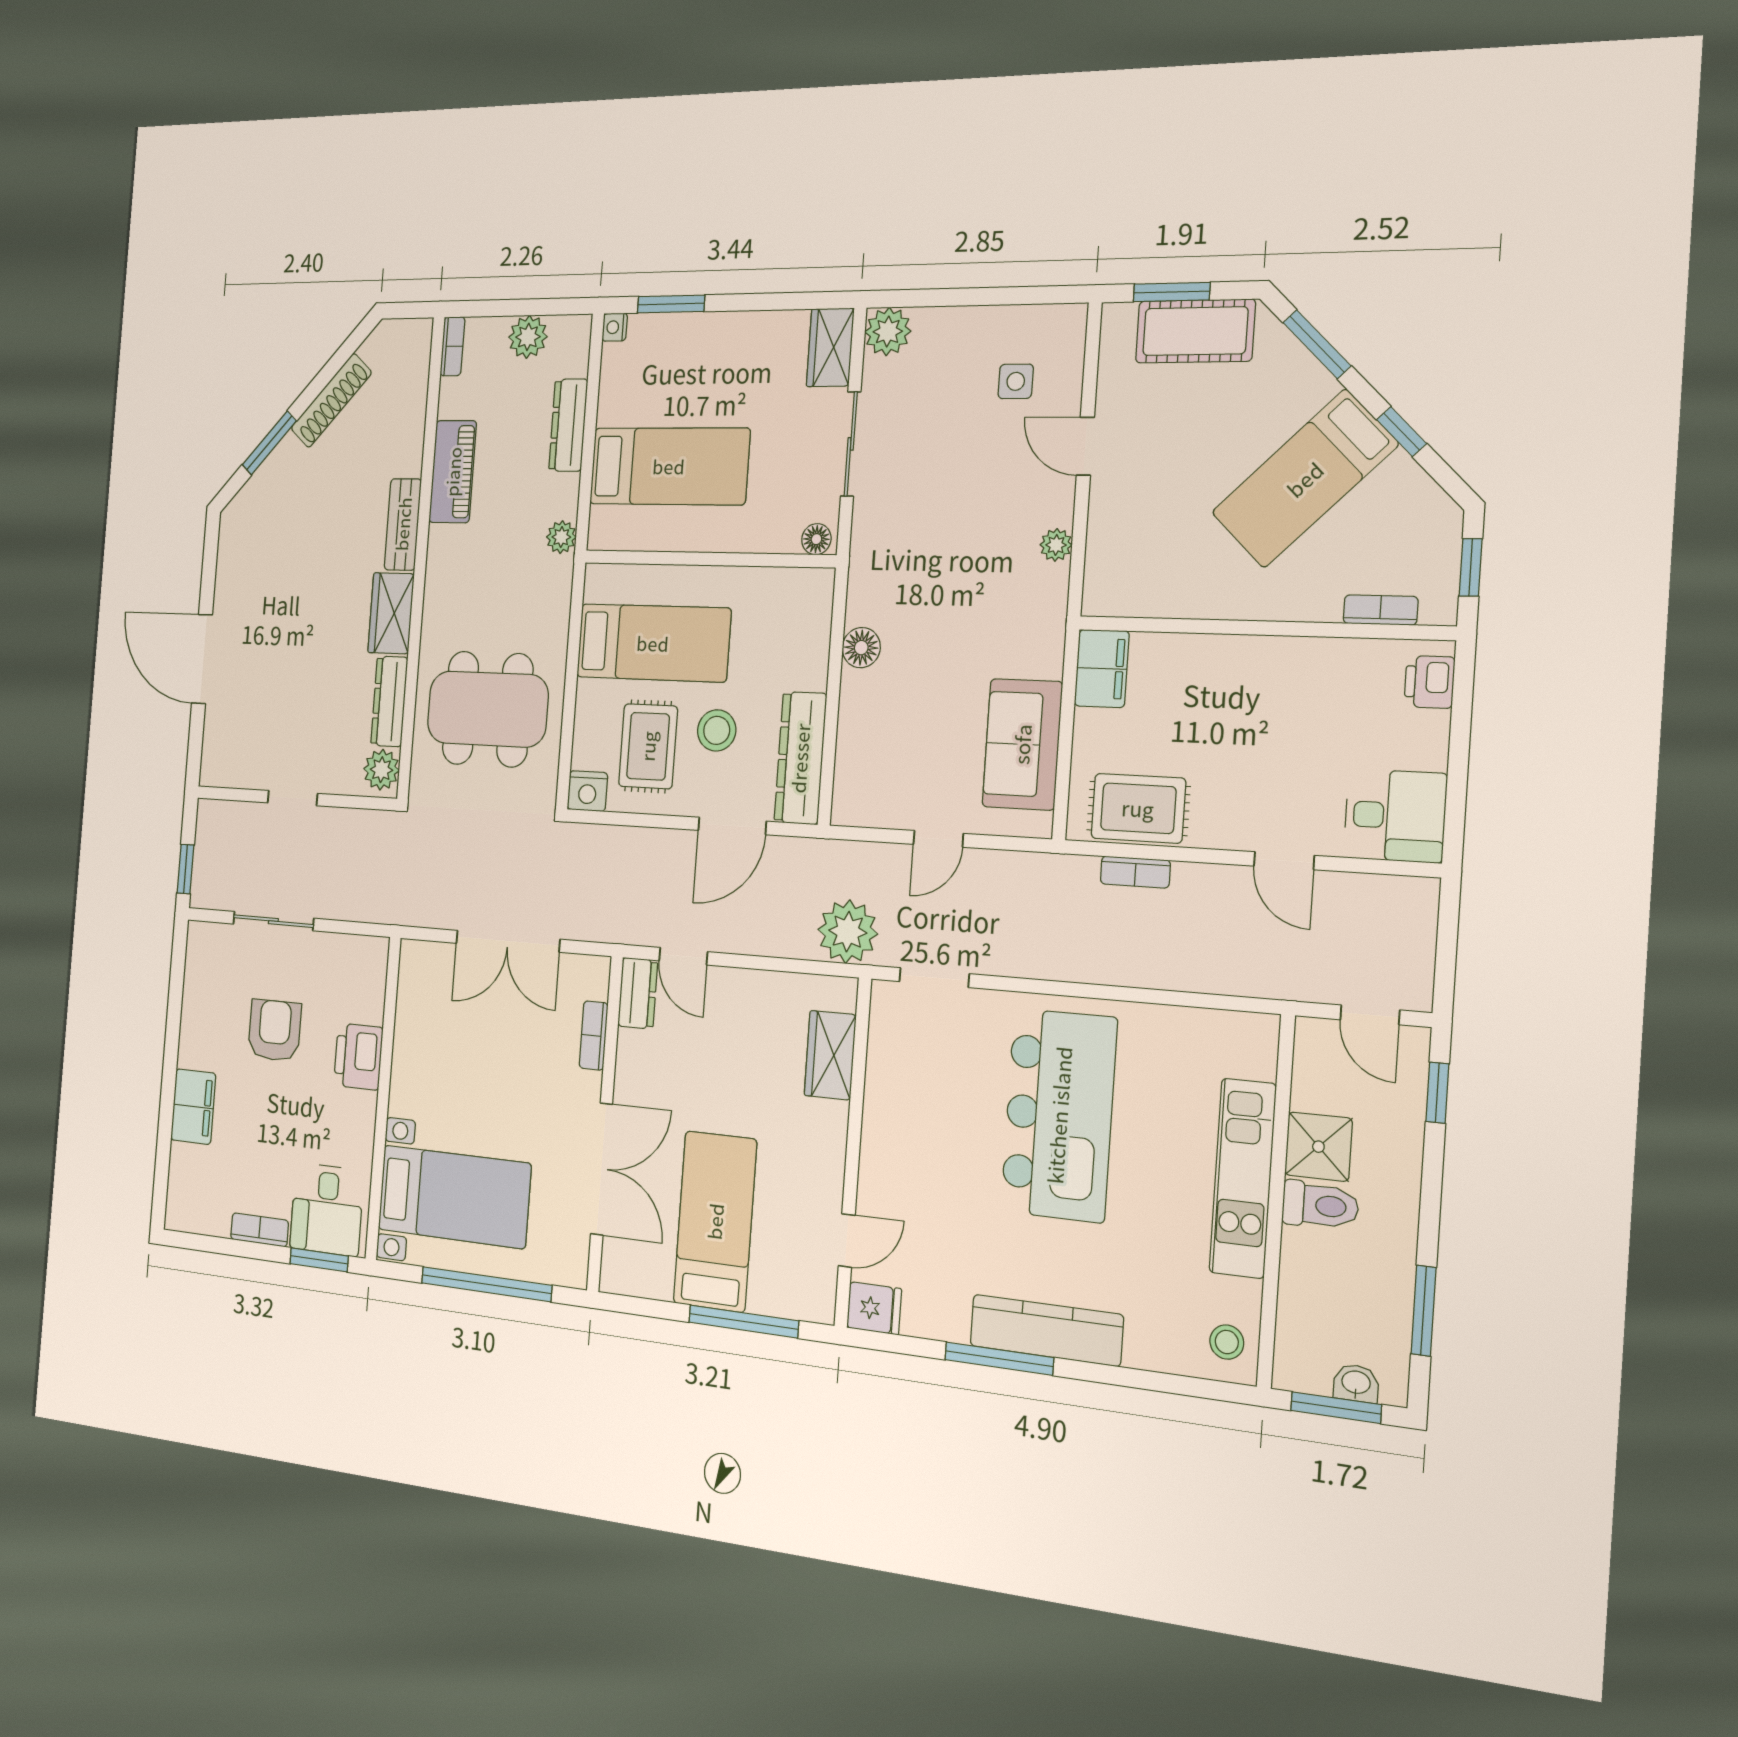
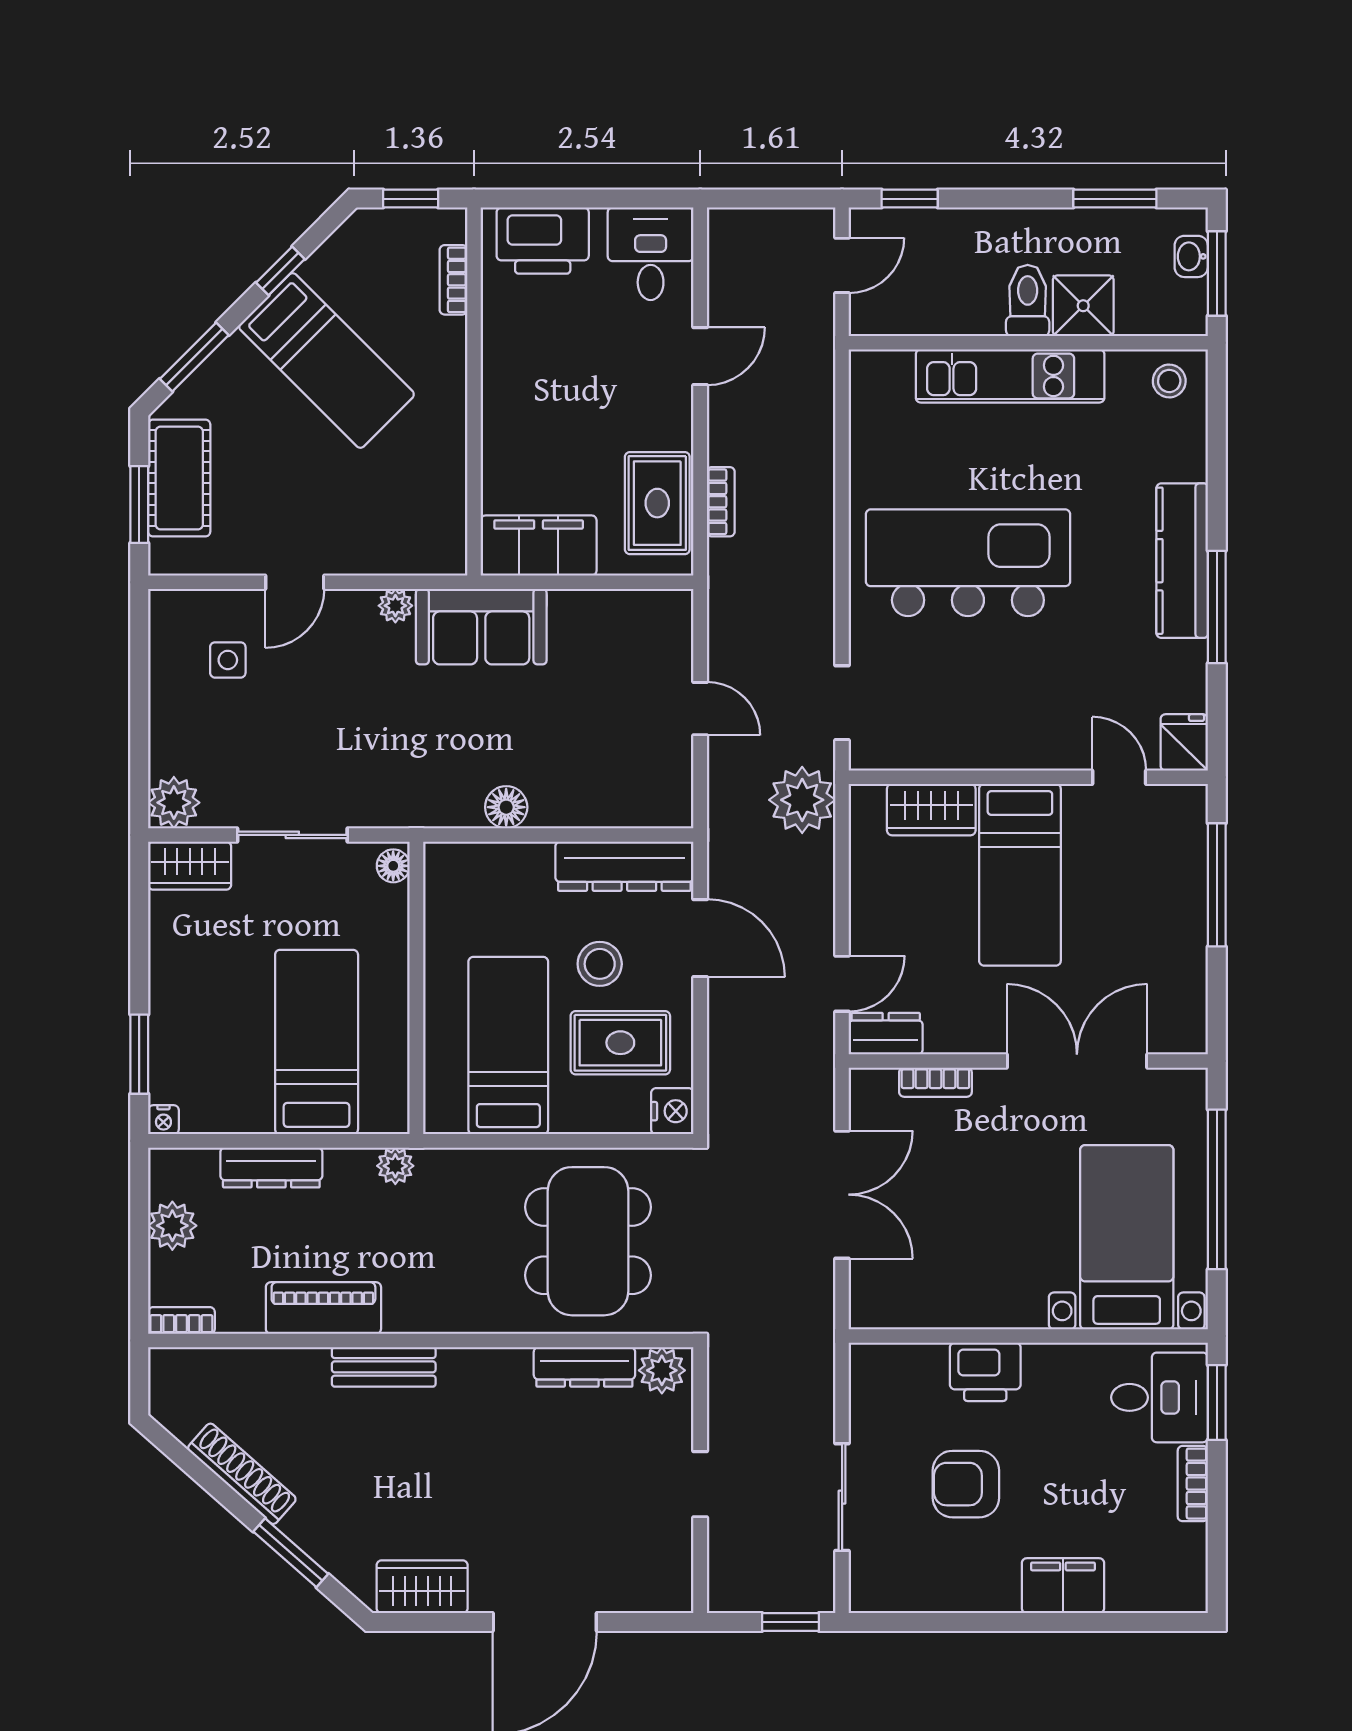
wardrobe: (391, 613) -> (422, 1587), moved, turned 180
filing cabinet: (1102, 669) -> (539, 545), width x1.50, depth x1.17
printer: (1429, 682) -> (543, 241), width x1.87, depth x1.48
sofa: (1022, 744) -> (481, 627), moved
shower: (1318, 1147) -> (1083, 306), moved
bed: (715, 1221) -> (1020, 875), moved, turned -90

